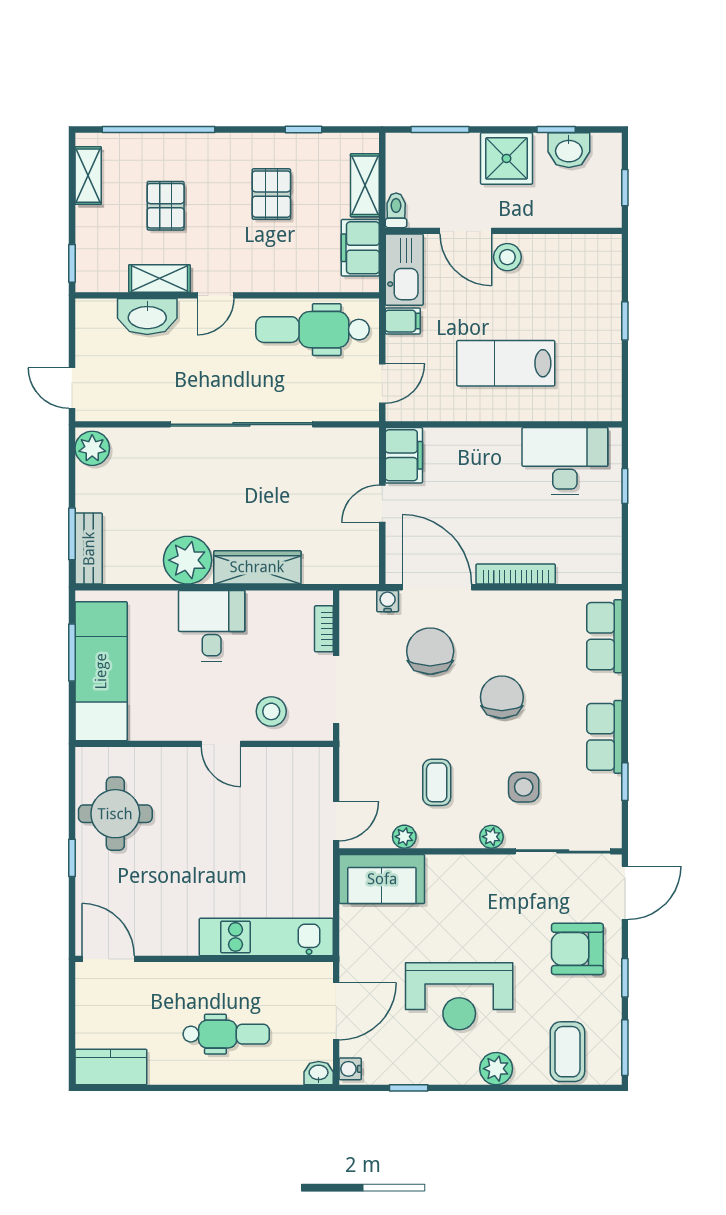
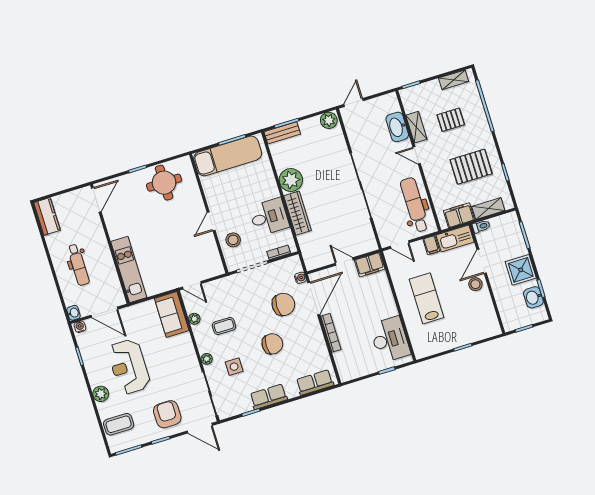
pallet: (271, 194) -> (471, 167), width x1.50, depth x1.42
desk: (212, 626) -> (269, 217), moved

